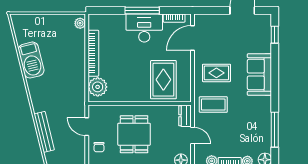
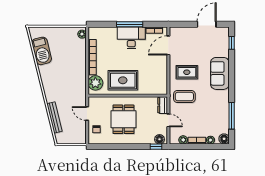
barbecue: (31, 60) -> (42, 51), moved
rug: (163, 80) -> (123, 80), moved, turned 90

